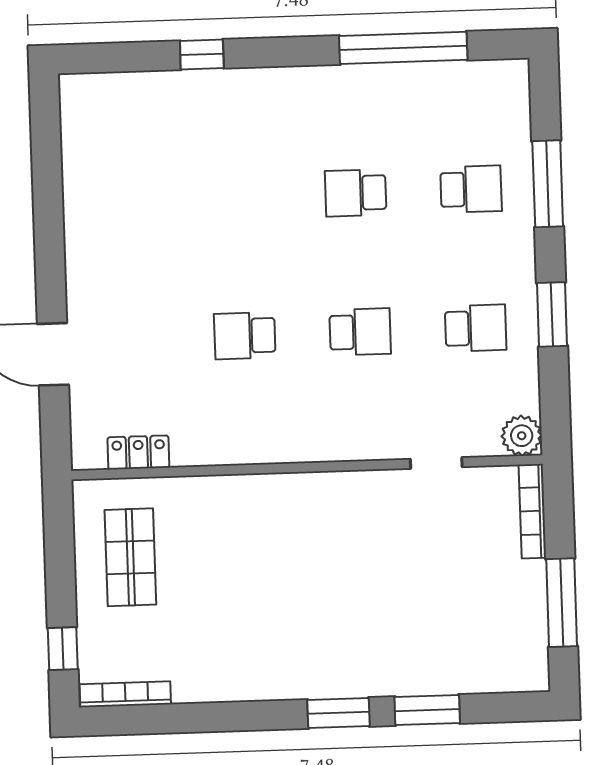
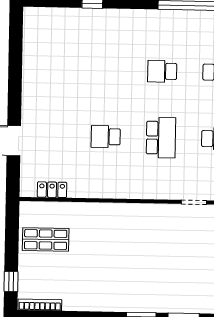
school desk: (360, 332) -> (161, 138), width x1.85
shop shelf: (130, 557) -> (46, 240), turned 90

